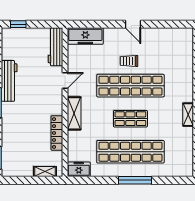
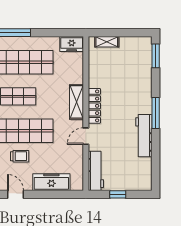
window: (18, 24) -> (118, 194), moved
freezer: (85, 36) -> (51, 182), moved
locker: (57, 133) -> (94, 106), moved

